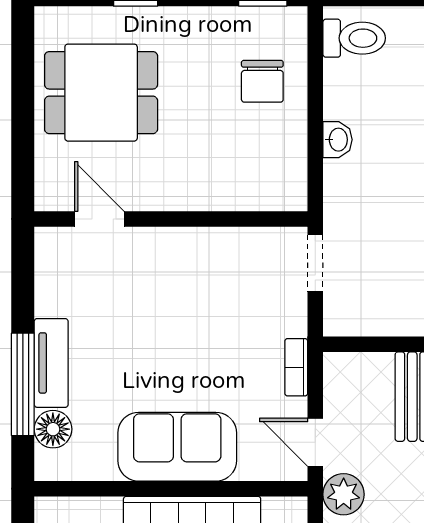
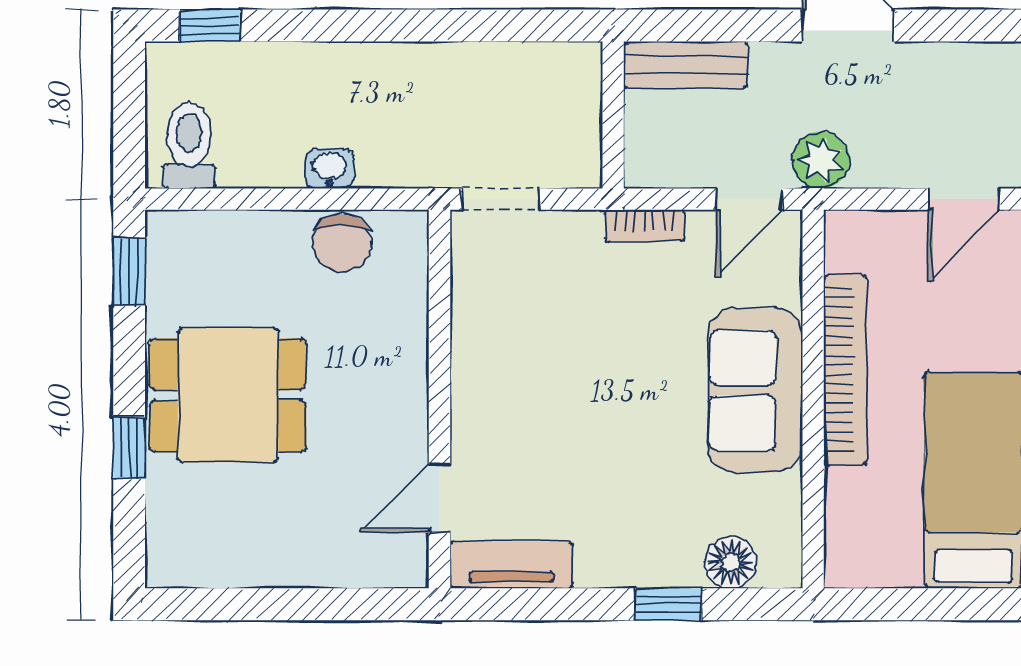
chair: (262, 81) -> (342, 243), moved, turned 90
dining table: (101, 93) -> (228, 395), moved, turned 90
tv unit: (51, 363) -> (512, 565), moved
window: (23, 384) -> (668, 604), width x0.46

